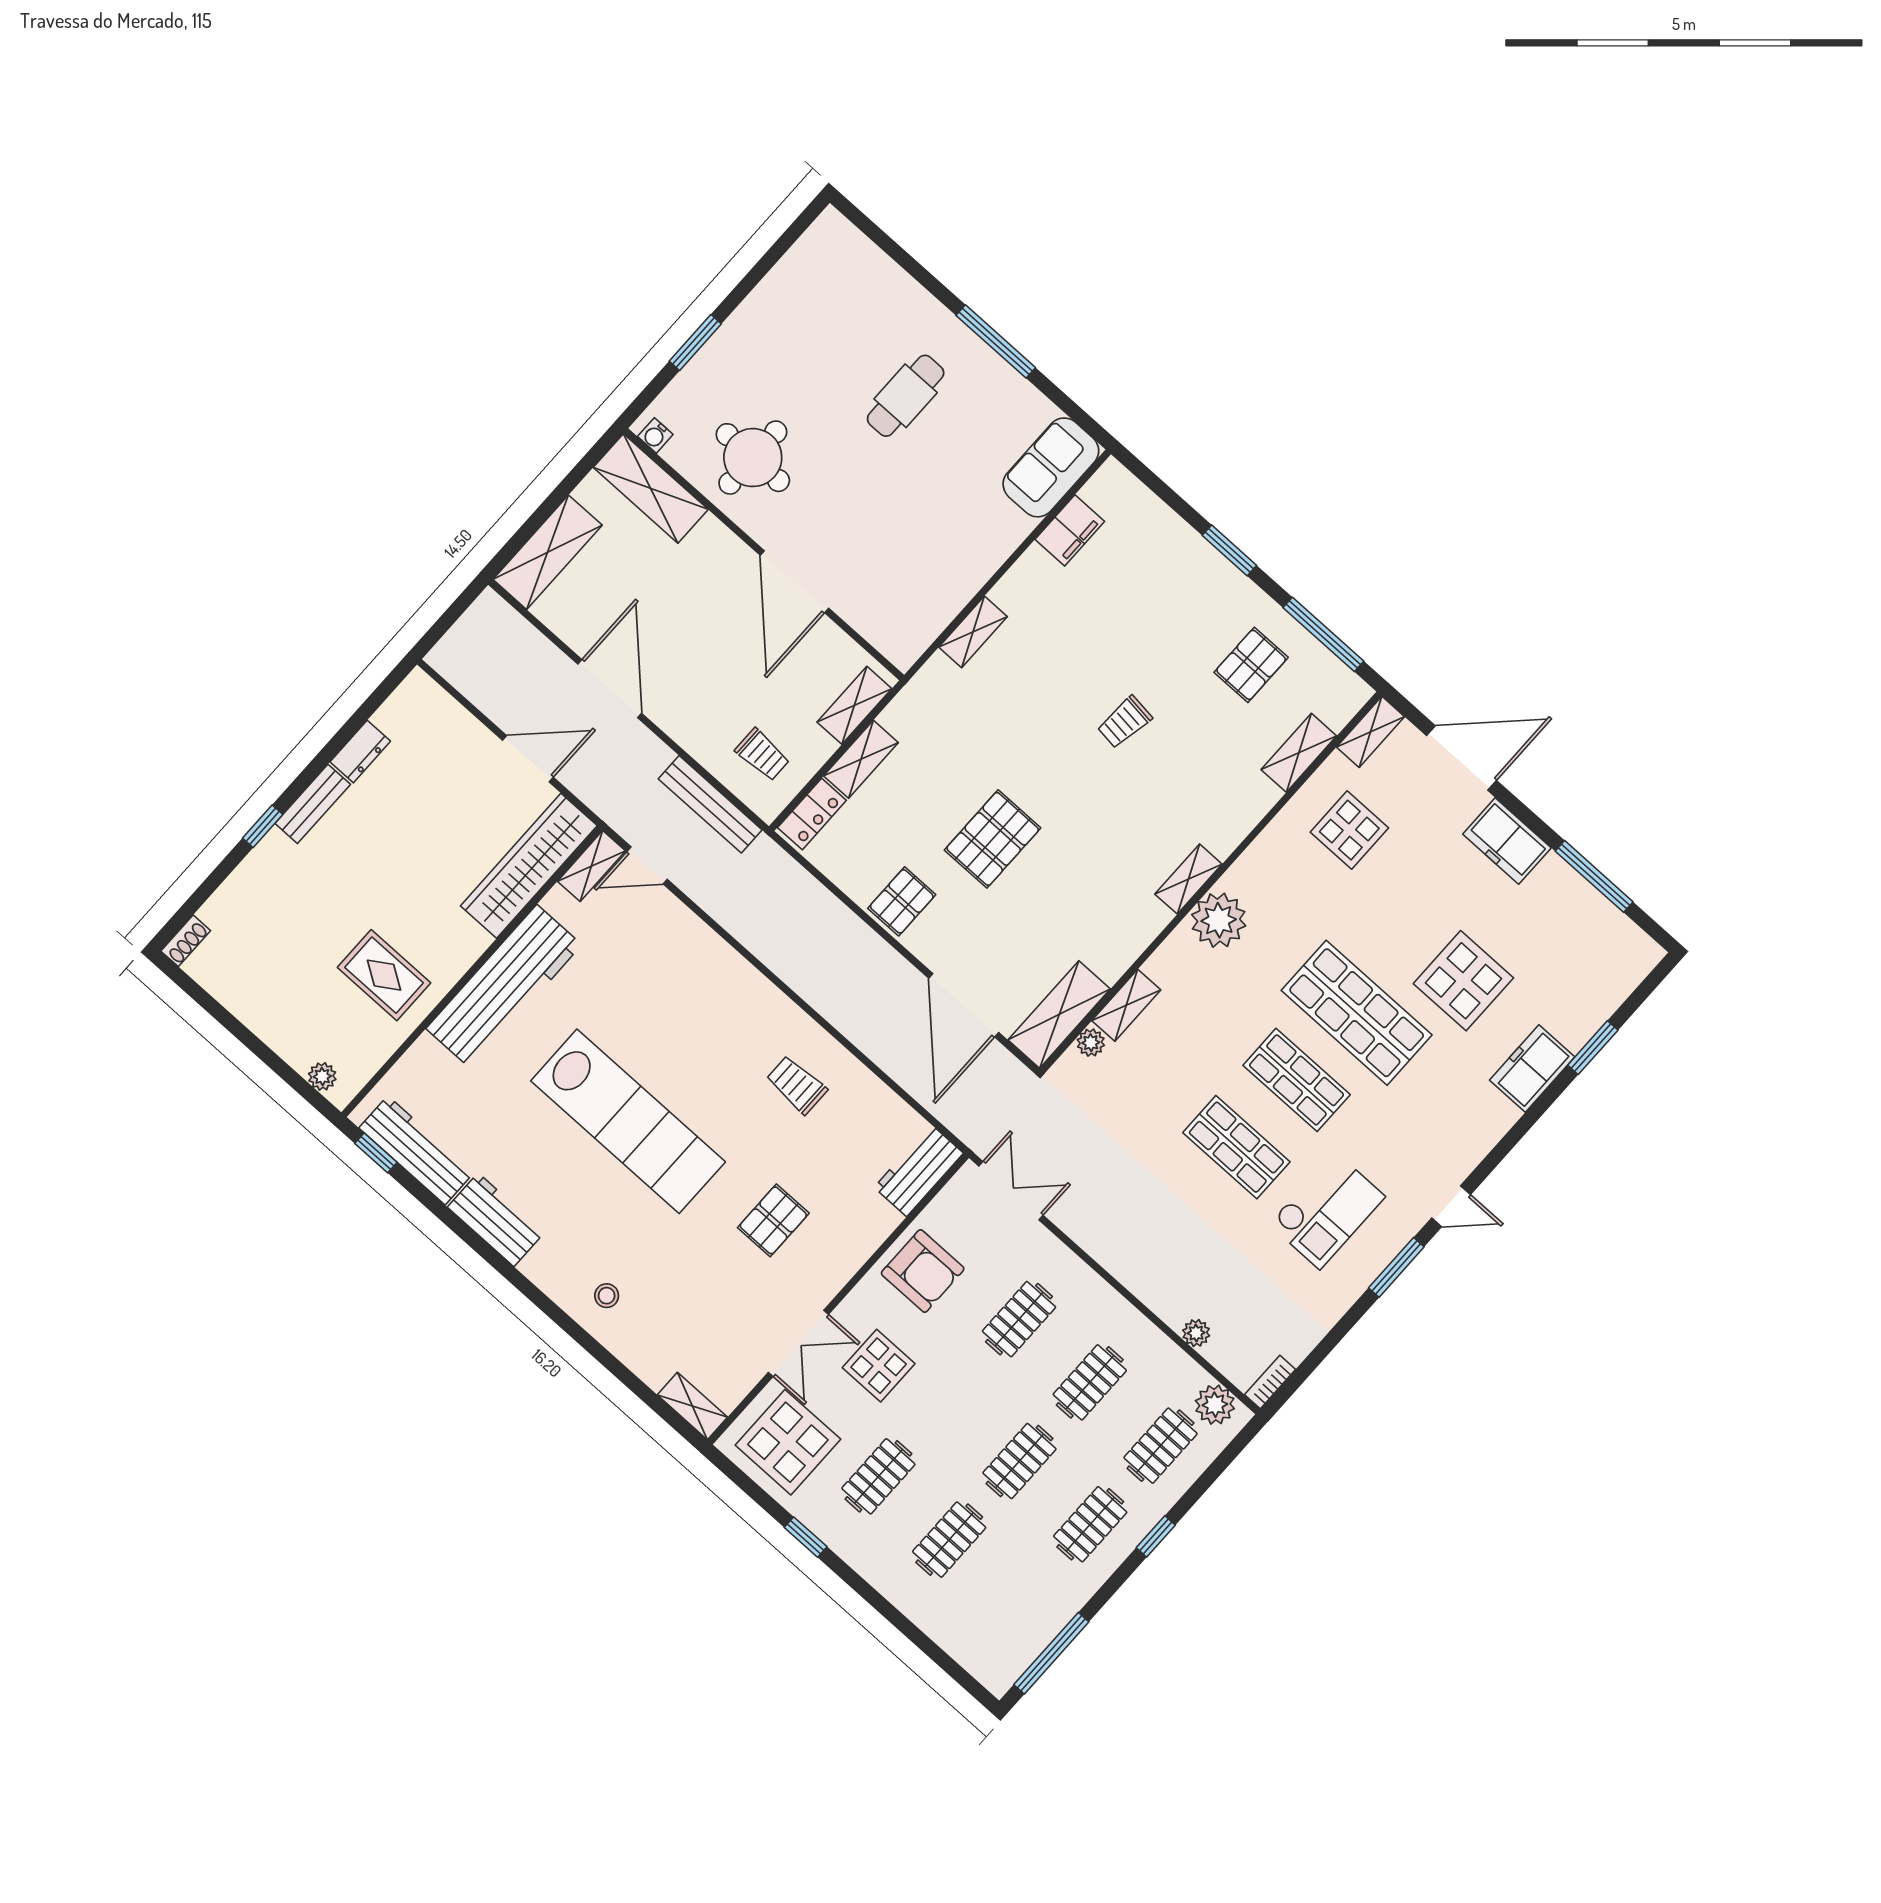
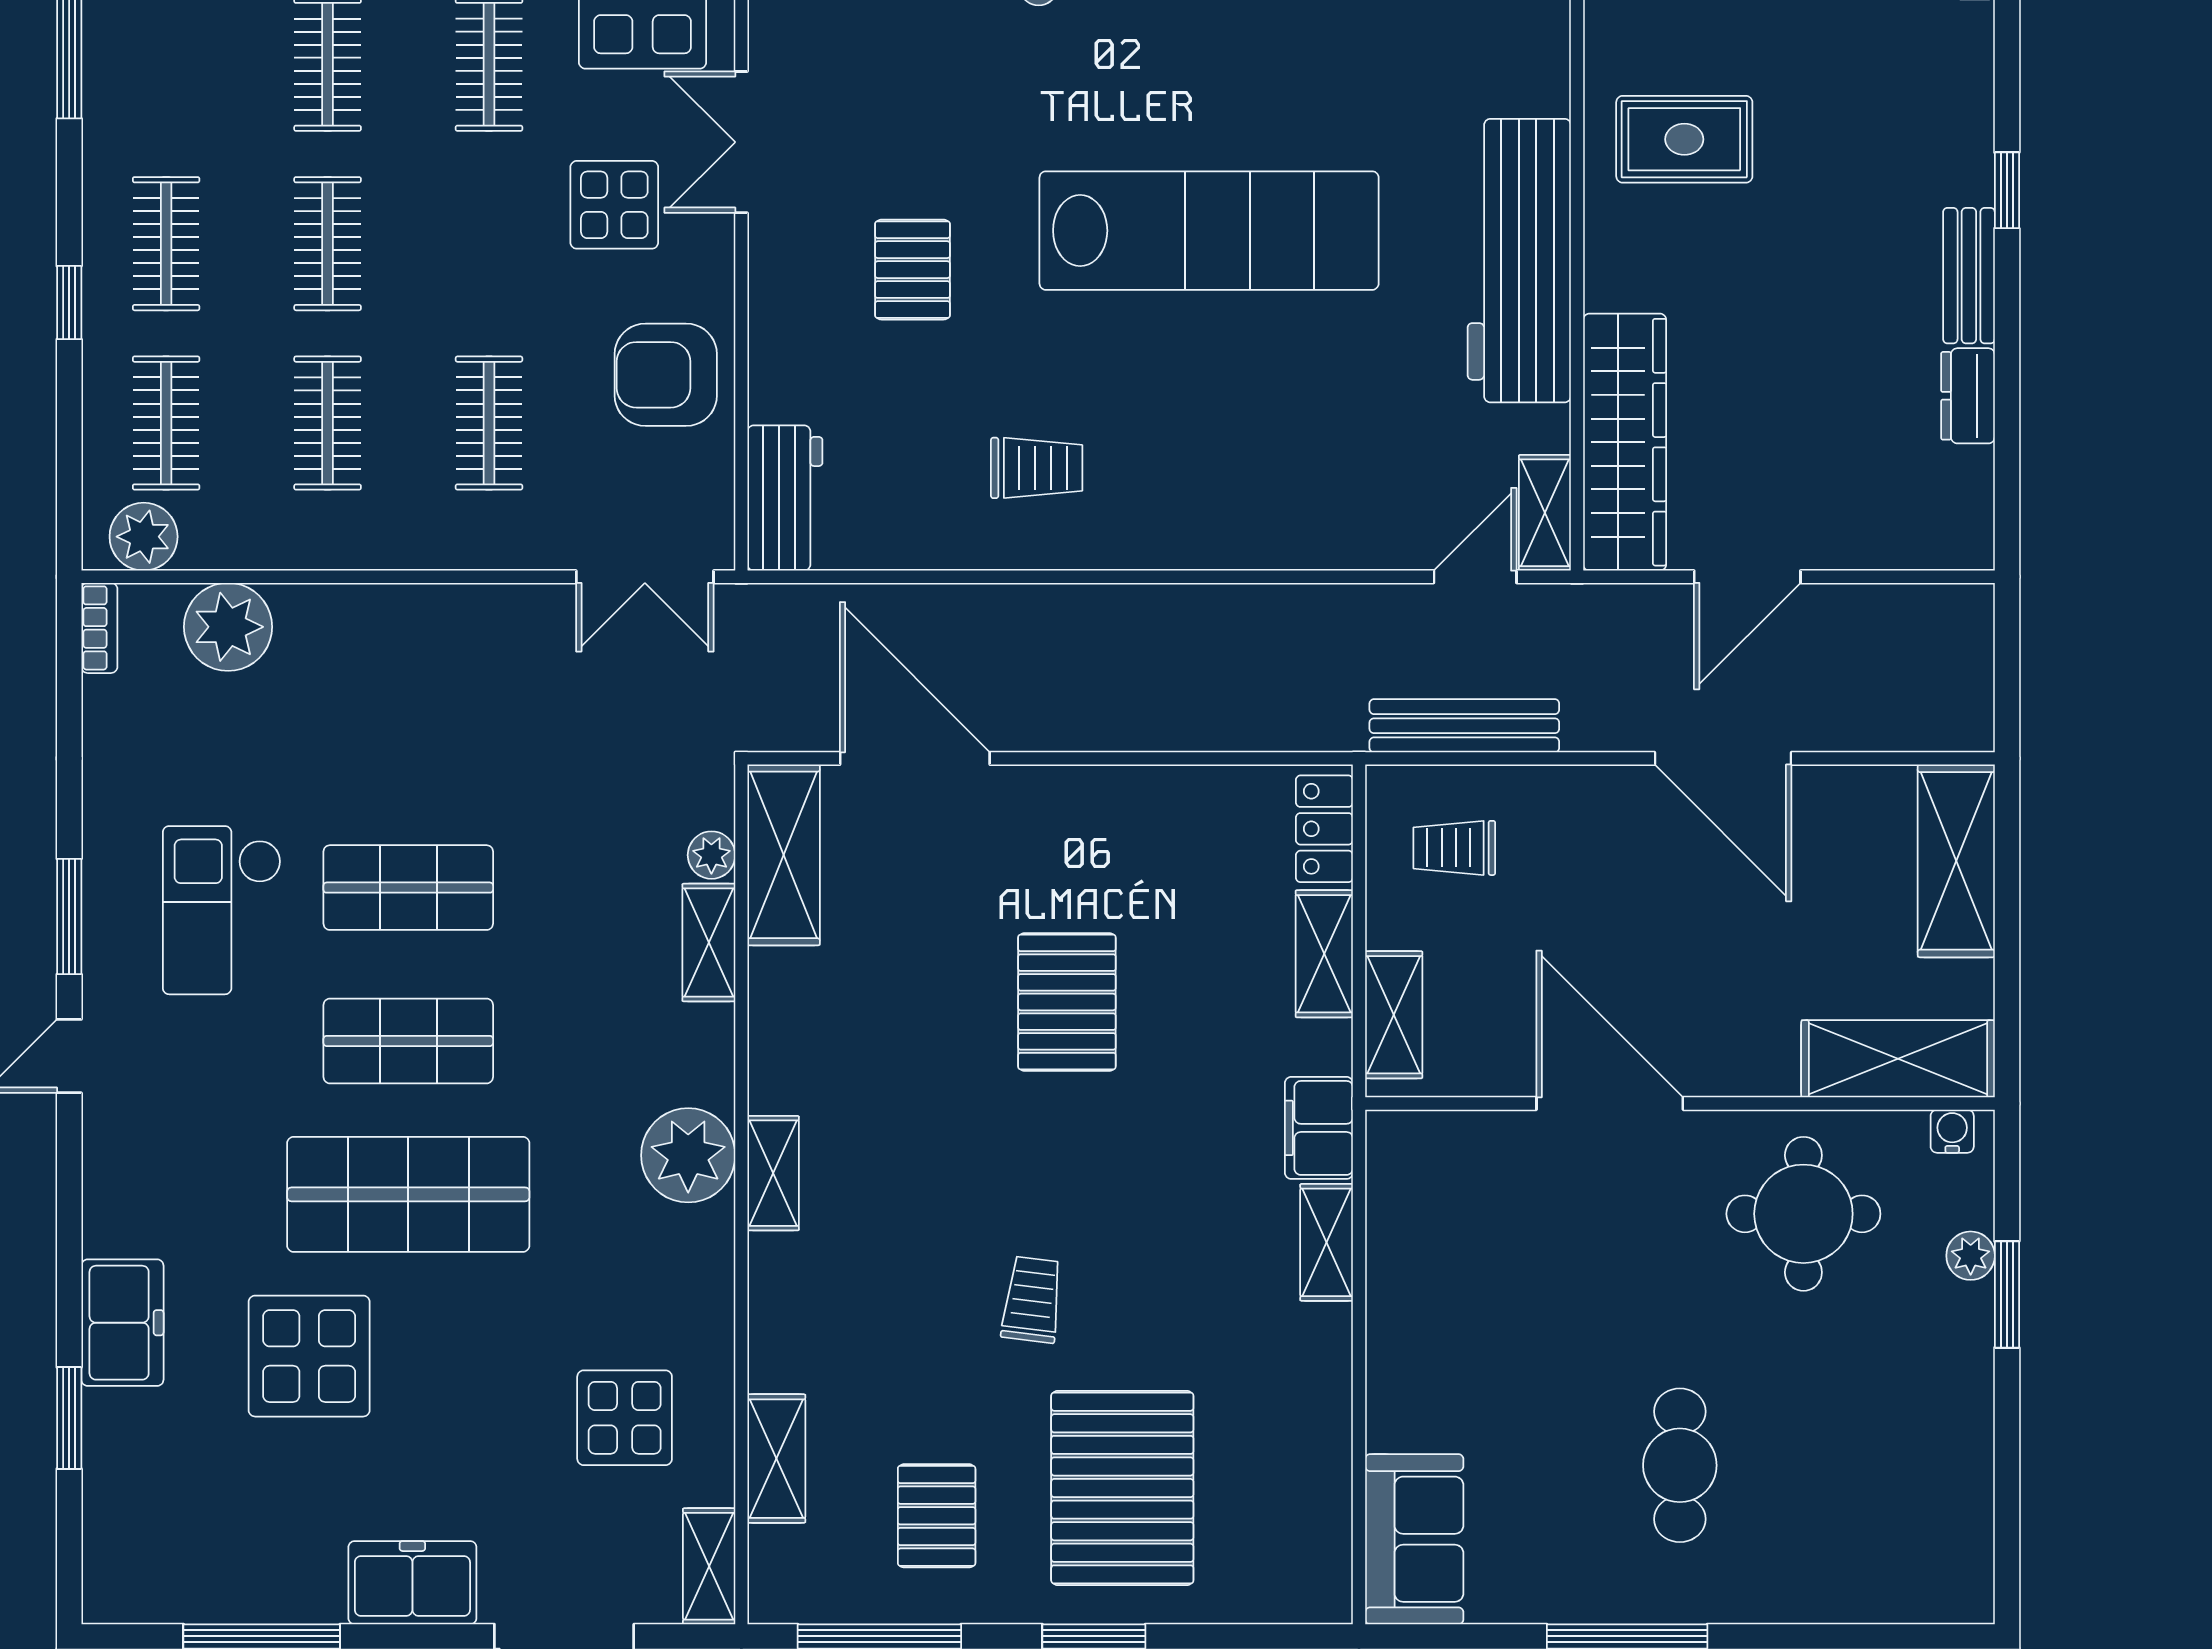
plant: (696, 374) -> (1971, 1256), added
filing cabinet: (1070, 530) -> (1319, 1128), moved
pallet: (902, 901) -> (1122, 1488), moved, width x2.05, depth x2.00
lab bench: (628, 1121) -> (1209, 231), turned 180
plant: (1196, 1333) -> (228, 627), width x1.88, depth x1.88

